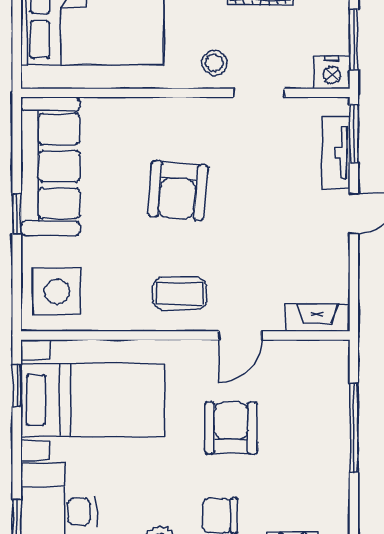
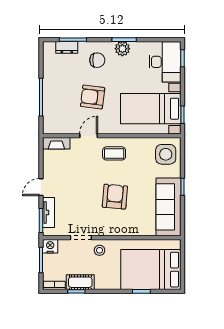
armchair: (231, 428) -> (93, 97), turned 97

